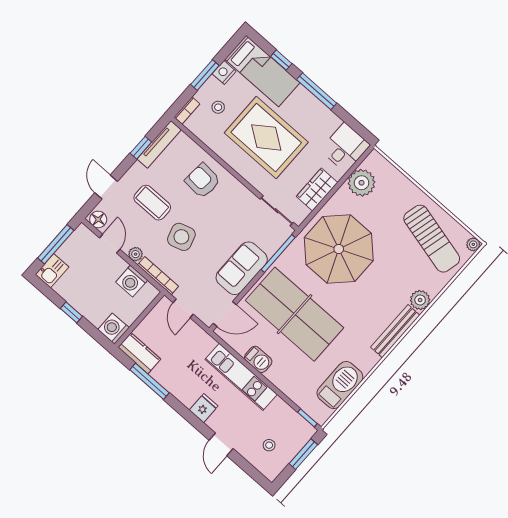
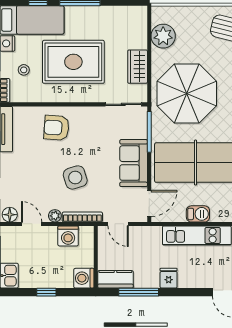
desk: (345, 147) -> (131, 22), removed
coffee table: (152, 203) -> (36, 172), removed
fridge: (204, 408) -> (169, 278), moved

